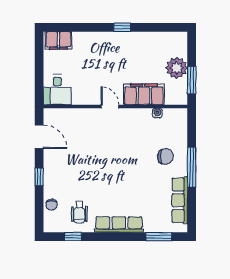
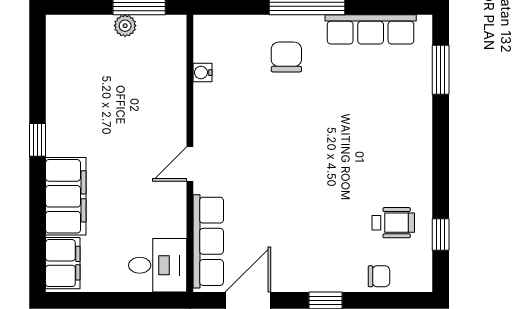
plant: (177, 68) -> (125, 26), width x0.53, depth x0.53
filing cabinet: (144, 94) -> (66, 196), moved, turned 180
row of seats: (119, 225) -> (208, 241), moved, turned 180

